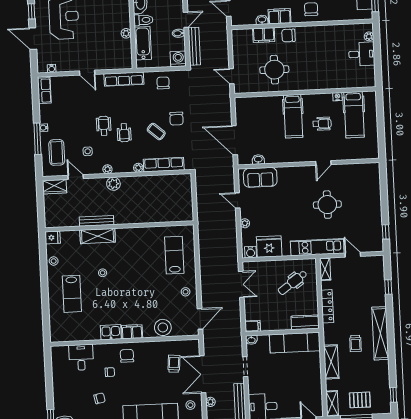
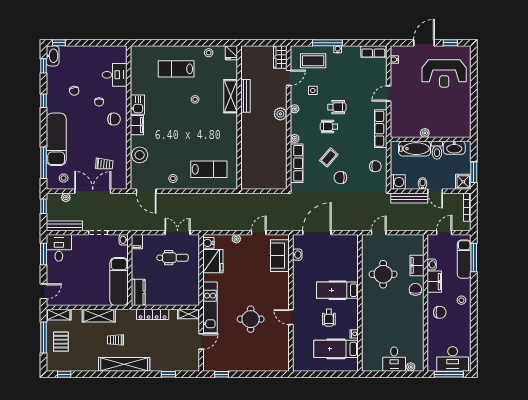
dental chair: (293, 283) -> (173, 258), moved, turned 125
double door: (241, 284) -> (178, 233), swing flipped

